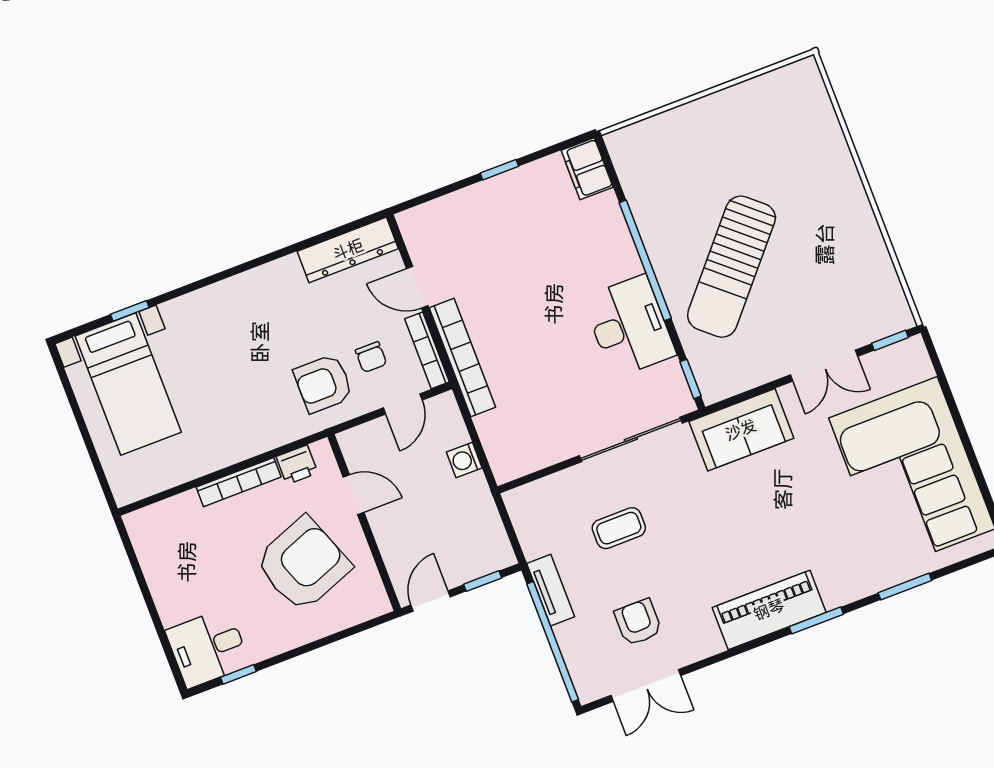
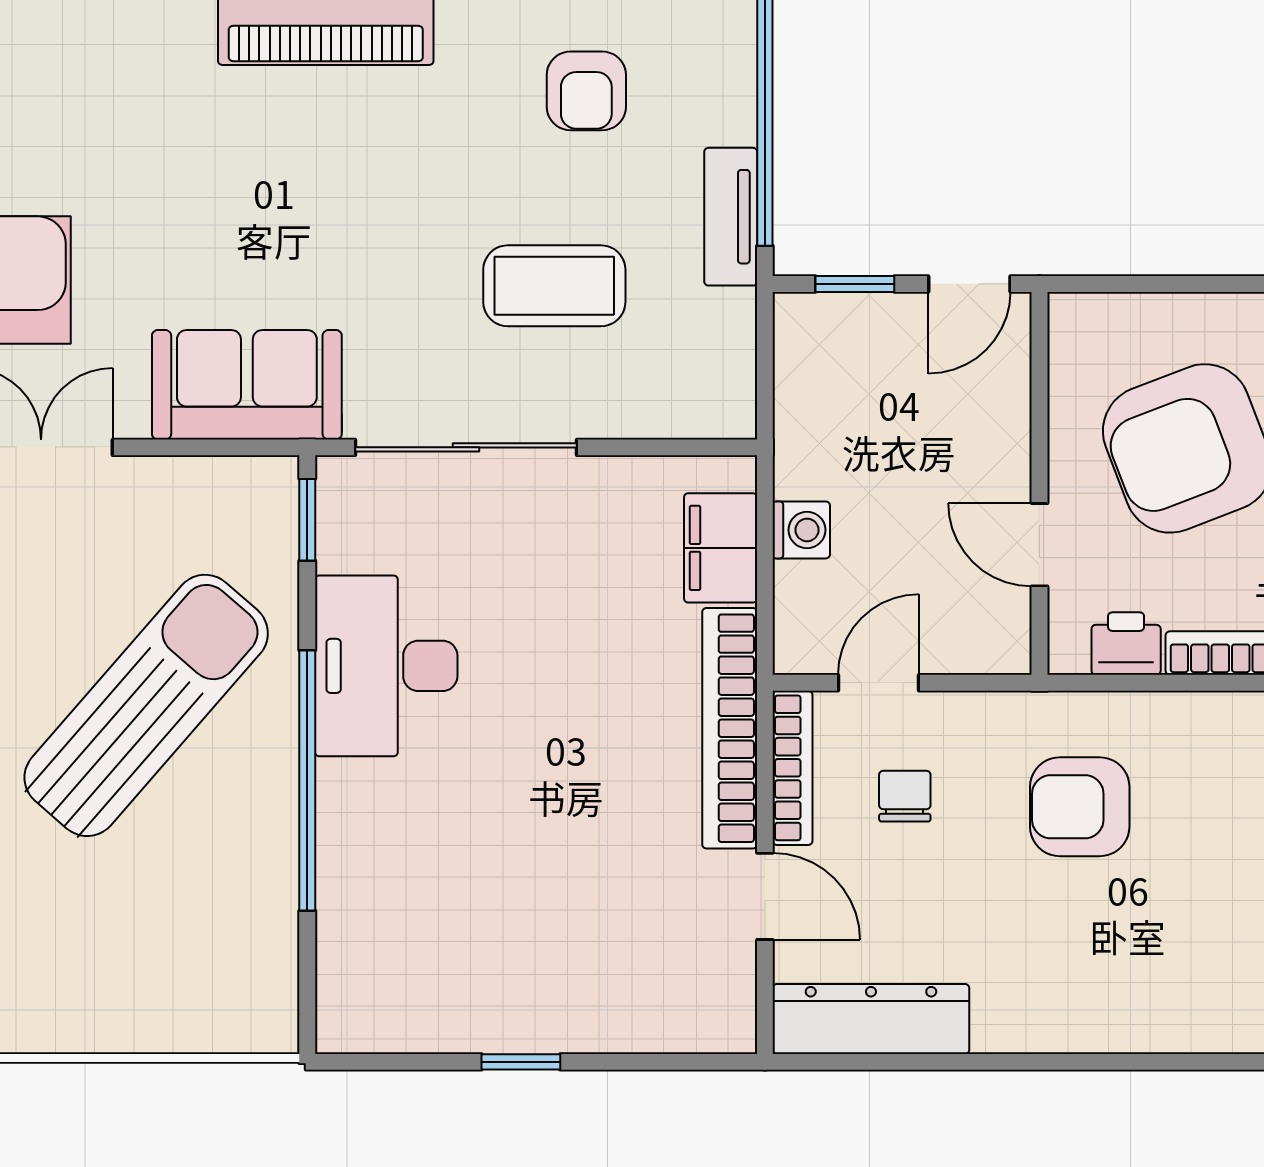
filing cabinet: (587, 169) -> (721, 548), moved, turned 180
armchair: (323, 384) -> (1080, 807), moved, turned 180
coffee table: (619, 528) -> (554, 286), width x1.36, depth x1.30

